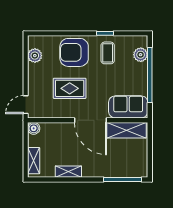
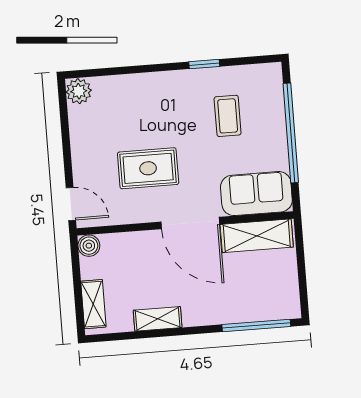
armchair: (74, 52) -> (151, 103), removed
coffee table: (108, 53) -> (228, 116), moved
plant: (141, 55) -> (271, 98), removed
plant: (35, 56) -> (79, 91), moved
door: (26, 105) -> (71, 204), swing flipped

